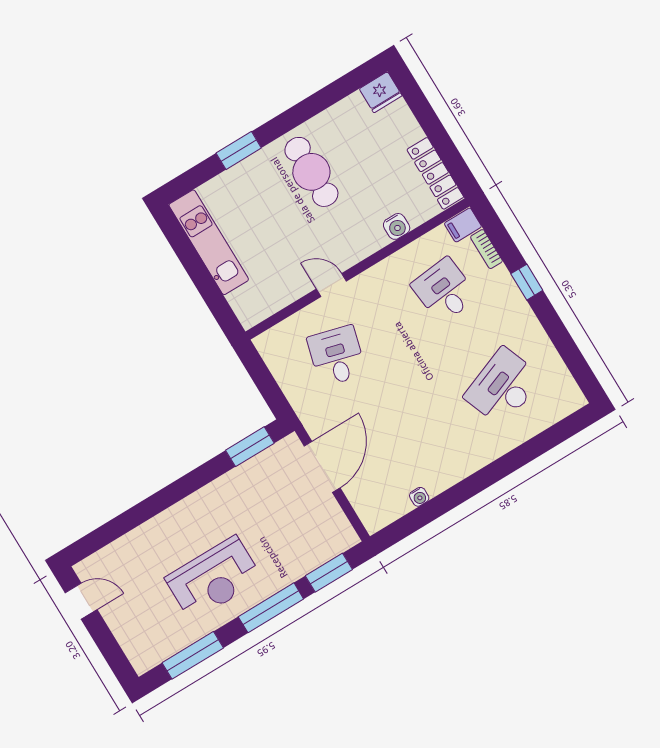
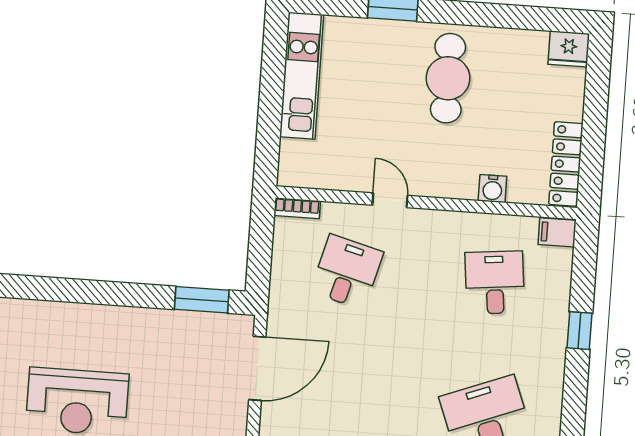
bookcase: (486, 249) -> (297, 208), moved, turned -90

